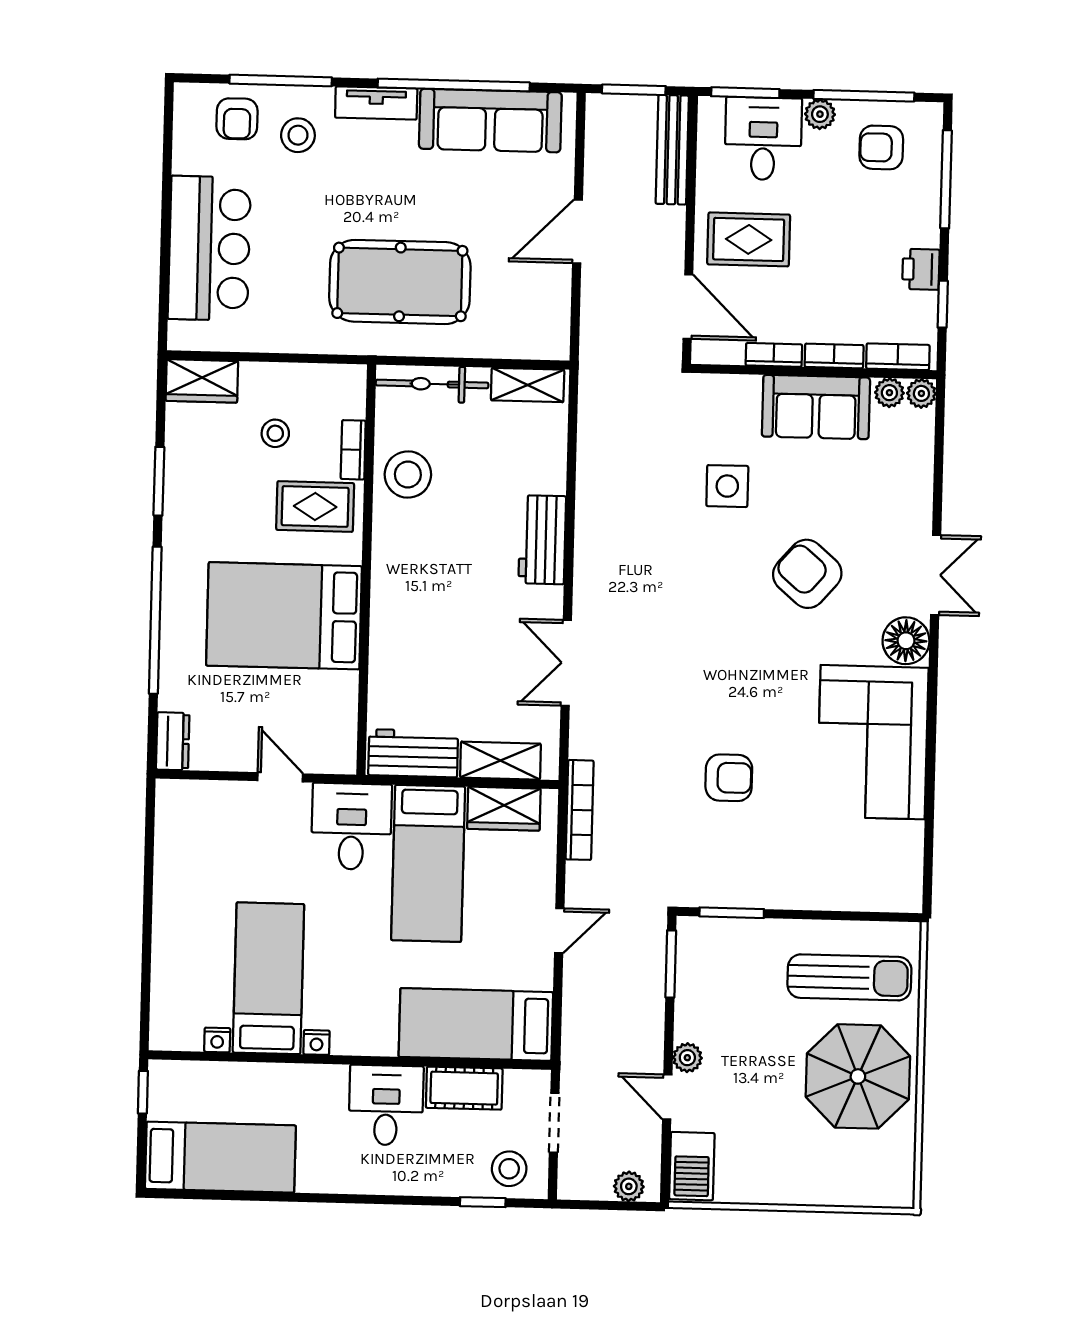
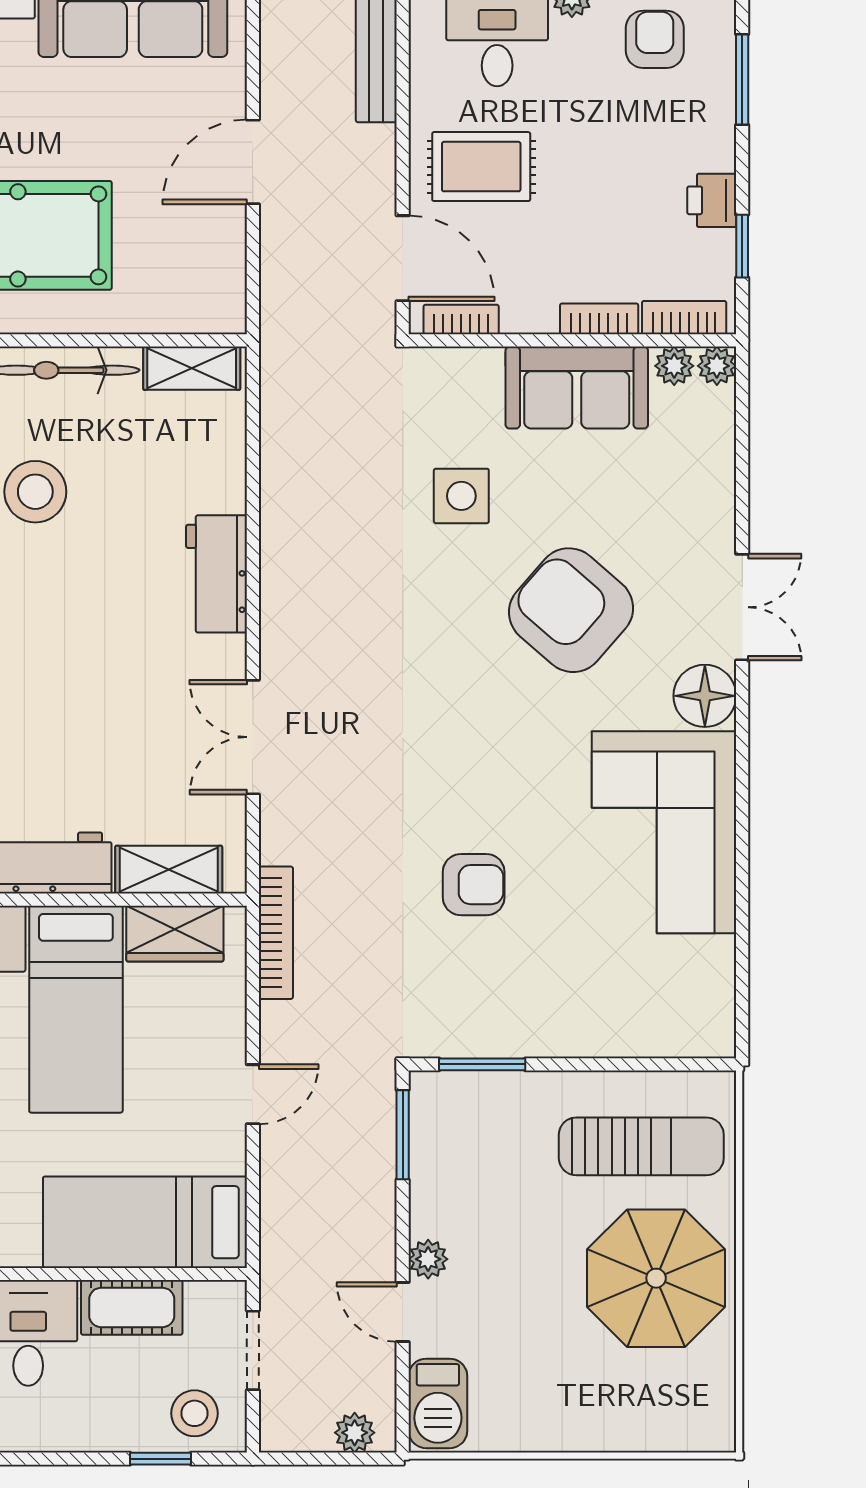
armchair: (881, 147) -> (655, 39), turned 90
window: (946, 179) -> (742, 80), width x0.69
bookcase: (774, 355) -> (461, 320), moved
armchair: (807, 574) -> (571, 610), width x1.36, depth x1.36

